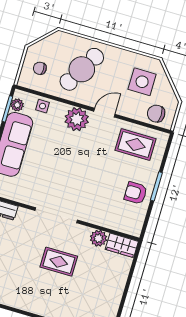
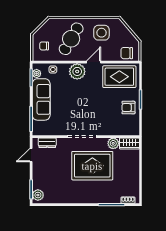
side table: (142, 82) -> (101, 33), moved
rug: (136, 145) -> (119, 77), width x1.36, depth x1.43
rug: (59, 262) -> (92, 166), width x1.86, depth x2.06

